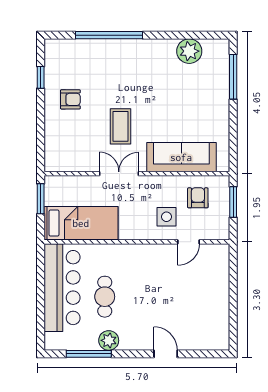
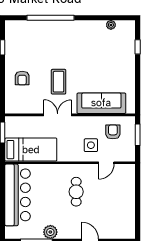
plant: (189, 51) -> (111, 25), width x0.53, depth x0.53
window: (233, 77) -> (138, 47), width x0.46
armchair: (70, 99) -> (22, 78), moved, turned 90
cafe table: (105, 297) -> (76, 192), moved

